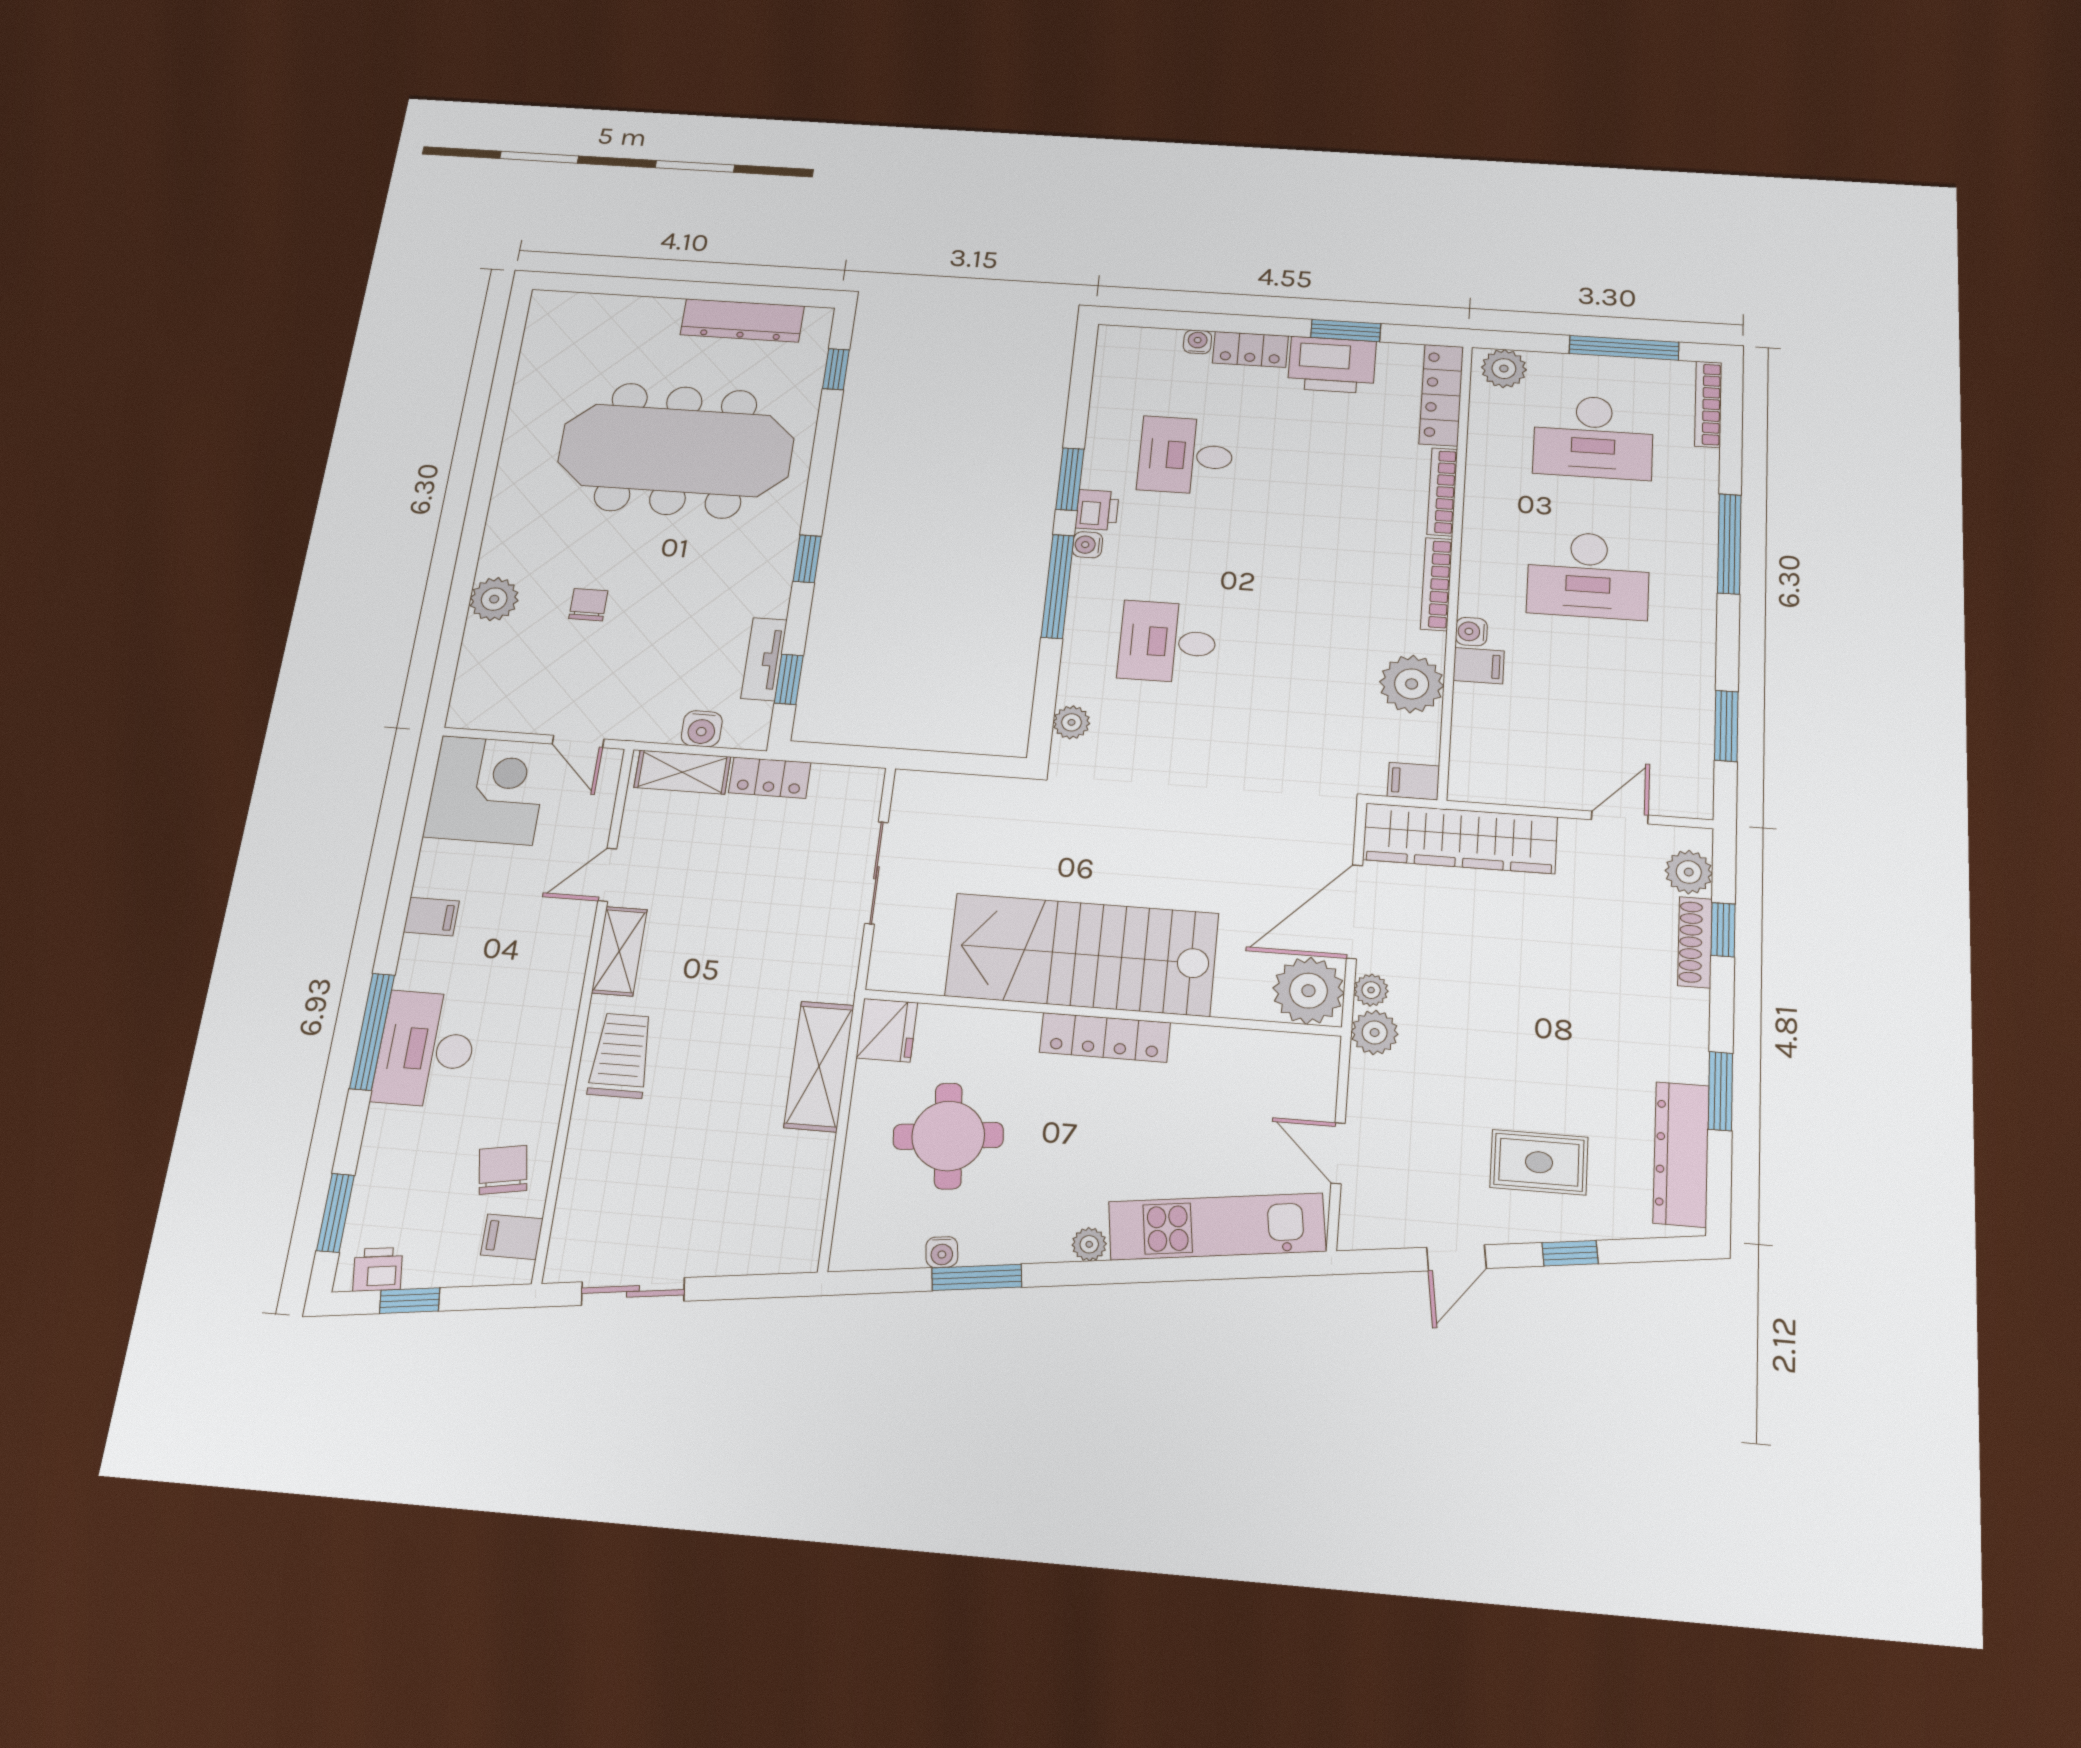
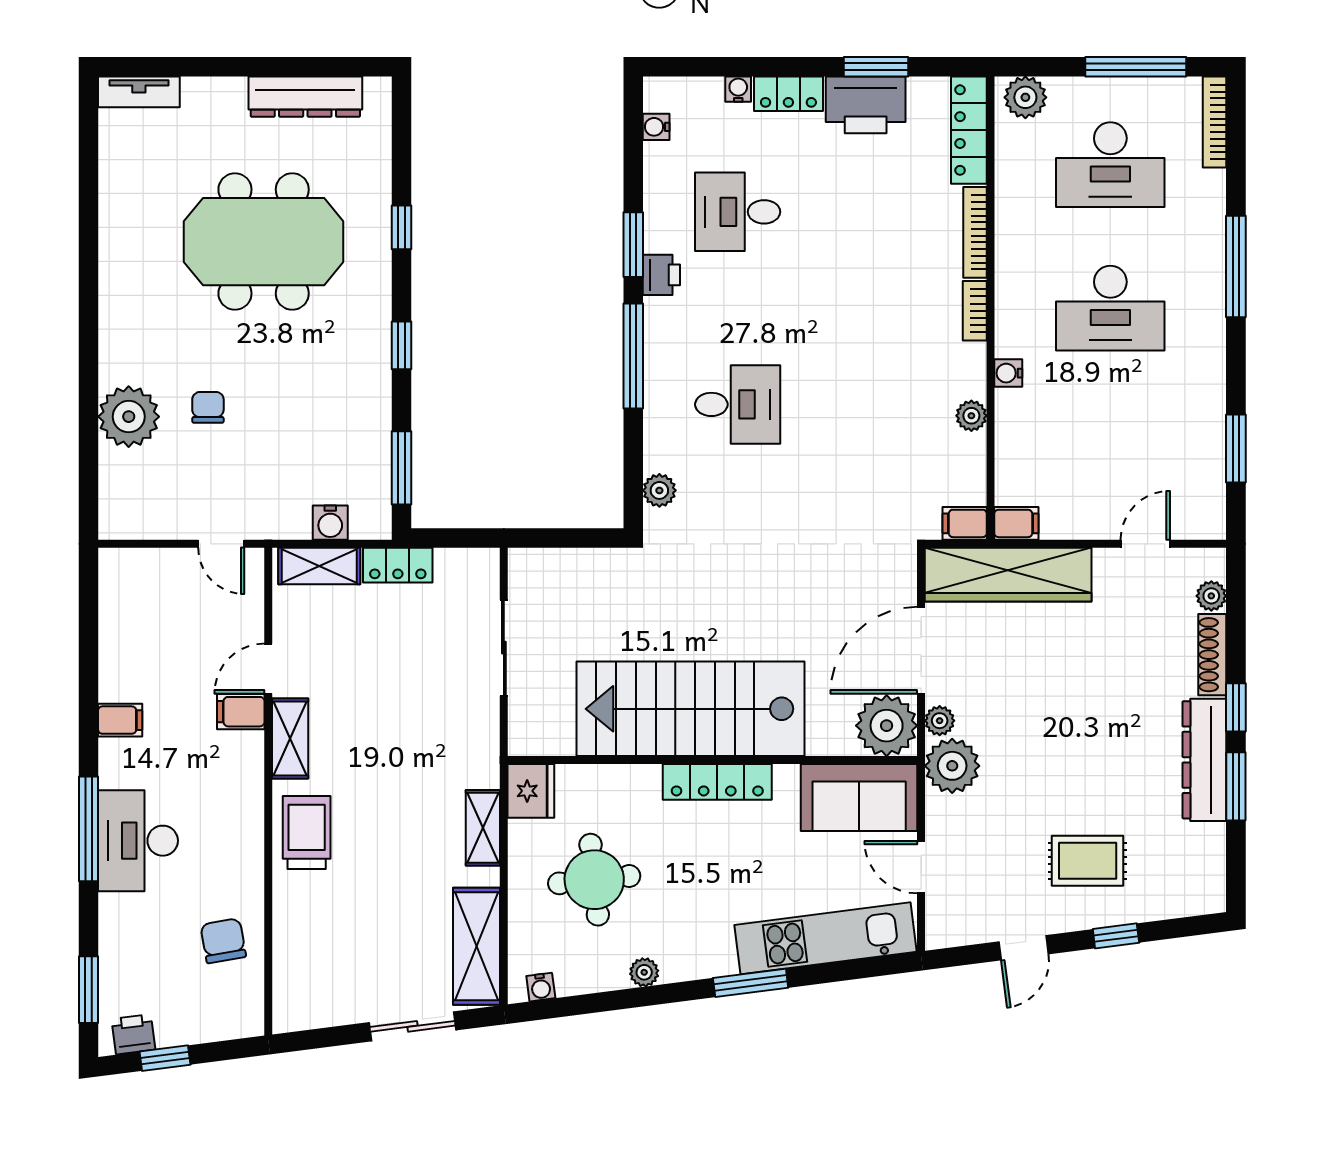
window: (836, 369) -> (401, 227), moved
meeting table: (676, 450) -> (264, 242), width x0.73
water cooler: (1088, 545) -> (656, 127), moved
bookcase: (1436, 584) -> (975, 311), width x0.64
plant: (494, 599) -> (129, 417), width x1.36, depth x1.36
desk: (1168, 642) -> (738, 404), turned 180
tv unit: (764, 659) -> (139, 92), moved, turned -90
filing cabinet: (1479, 666) -> (1016, 523), moved
window: (789, 679) -> (401, 468), width x1.50
plant: (1412, 684) -> (971, 416), width x0.53, depth x0.53
corner desk: (487, 790) -> (148, 597), removed
plant: (1689, 872) -> (1211, 596), width x0.73, depth x0.73
window: (1723, 930) -> (1236, 707), moved
plant: (1375, 1032) -> (952, 766), width x1.36, depth x1.36
shelving: (819, 1066) -> (483, 828), width x0.67, depth x0.75
sofa: (1270, 1068) -> (859, 798), added
dresser: (1681, 1154) -> (1204, 760), moved
shelving: (799, 1201) -> (477, 946), added
filing cabinet: (512, 1237) -> (241, 712), moved
plant: (1089, 1244) -> (644, 972), moved
water cooler: (942, 1252) -> (541, 987), moved
window: (977, 1277) -> (751, 983), moved
sliding door: (633, 1291) -> (412, 1026), moved

